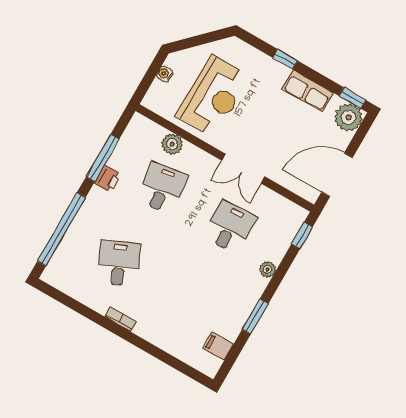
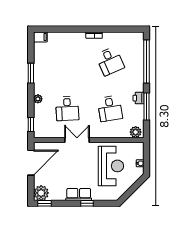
row of seats: (308, 91) -> (79, 194), moved
reception desk: (213, 96) -> (111, 166), turned 180
plant: (172, 144) -> (136, 132), moved
filing cabinet: (218, 346) -> (40, 37), moved

